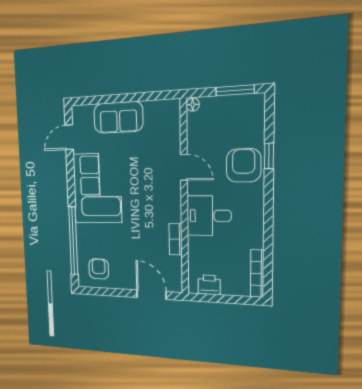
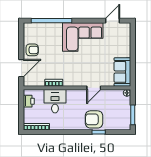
sofa: (118, 117) -> (122, 72), moved
door: (69, 137) -> (113, 21), hinge flipped
armchair: (244, 165) -> (94, 119), turned 180
desk: (209, 216) -> (55, 101), moved
armchair: (99, 269) -> (32, 50), moved

